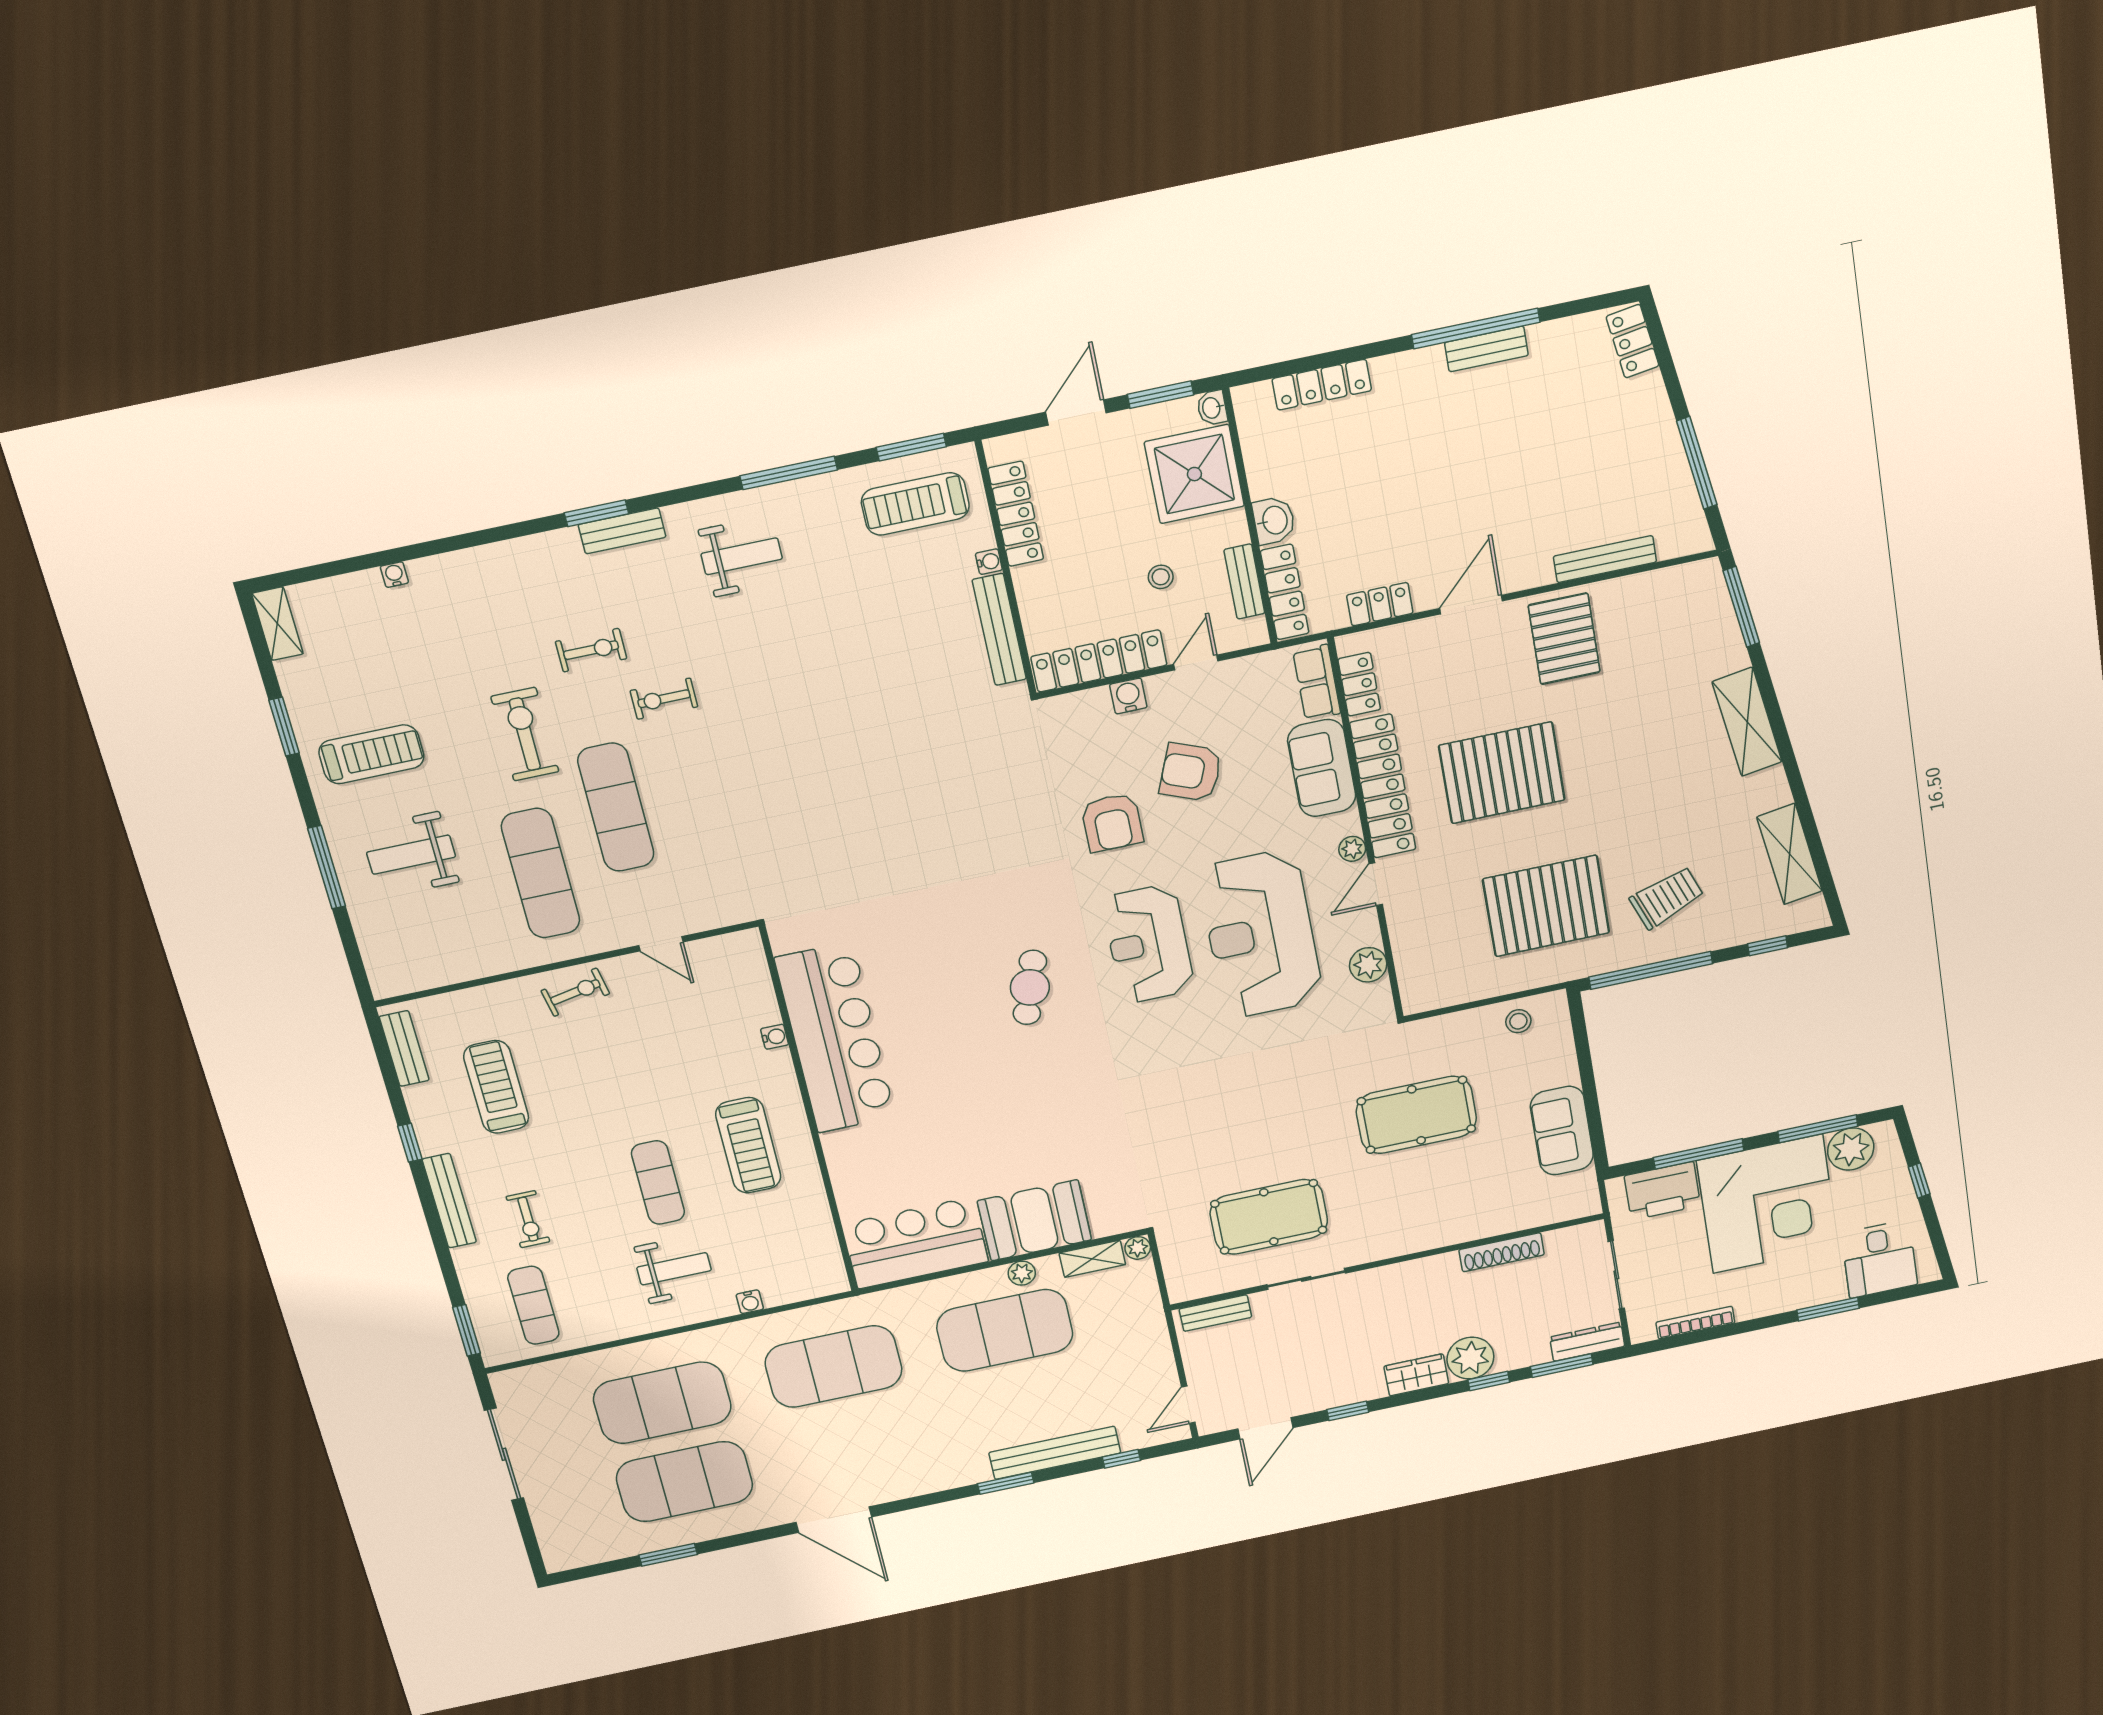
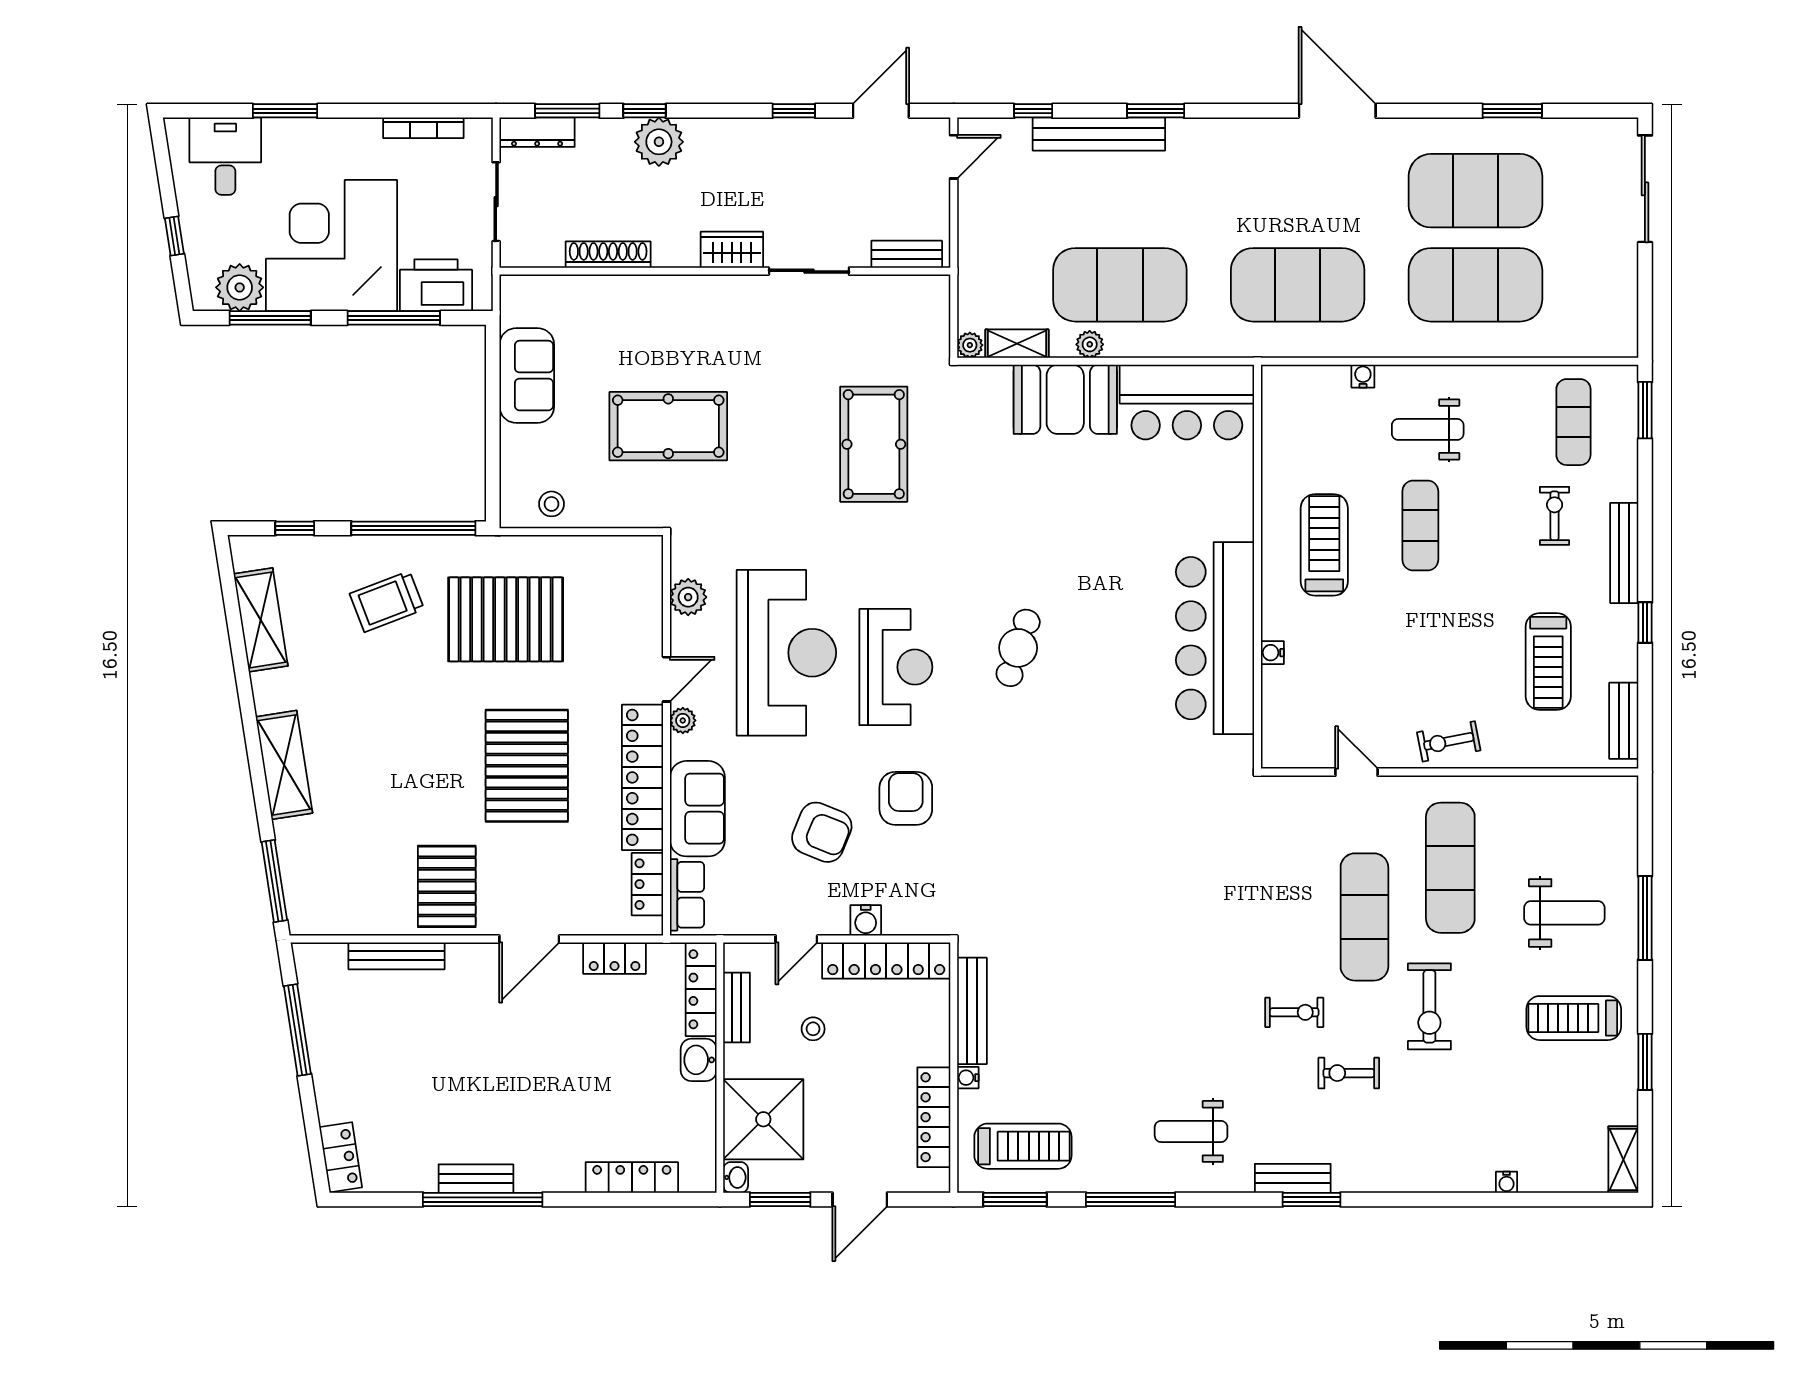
pallet: (1502, 773) -> (527, 766), turned 90
pool table: (1269, 1217) -> (874, 444), moved, turned 90
wardrobe: (1416, 1375) -> (732, 250), moved, turned 180
sliding door: (504, 1454) -> (1645, 189), moved

